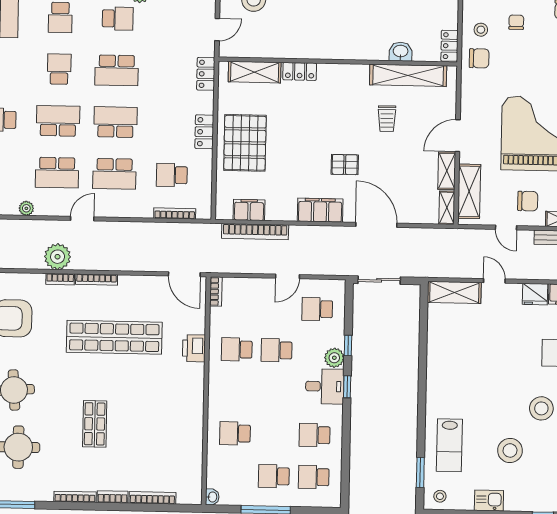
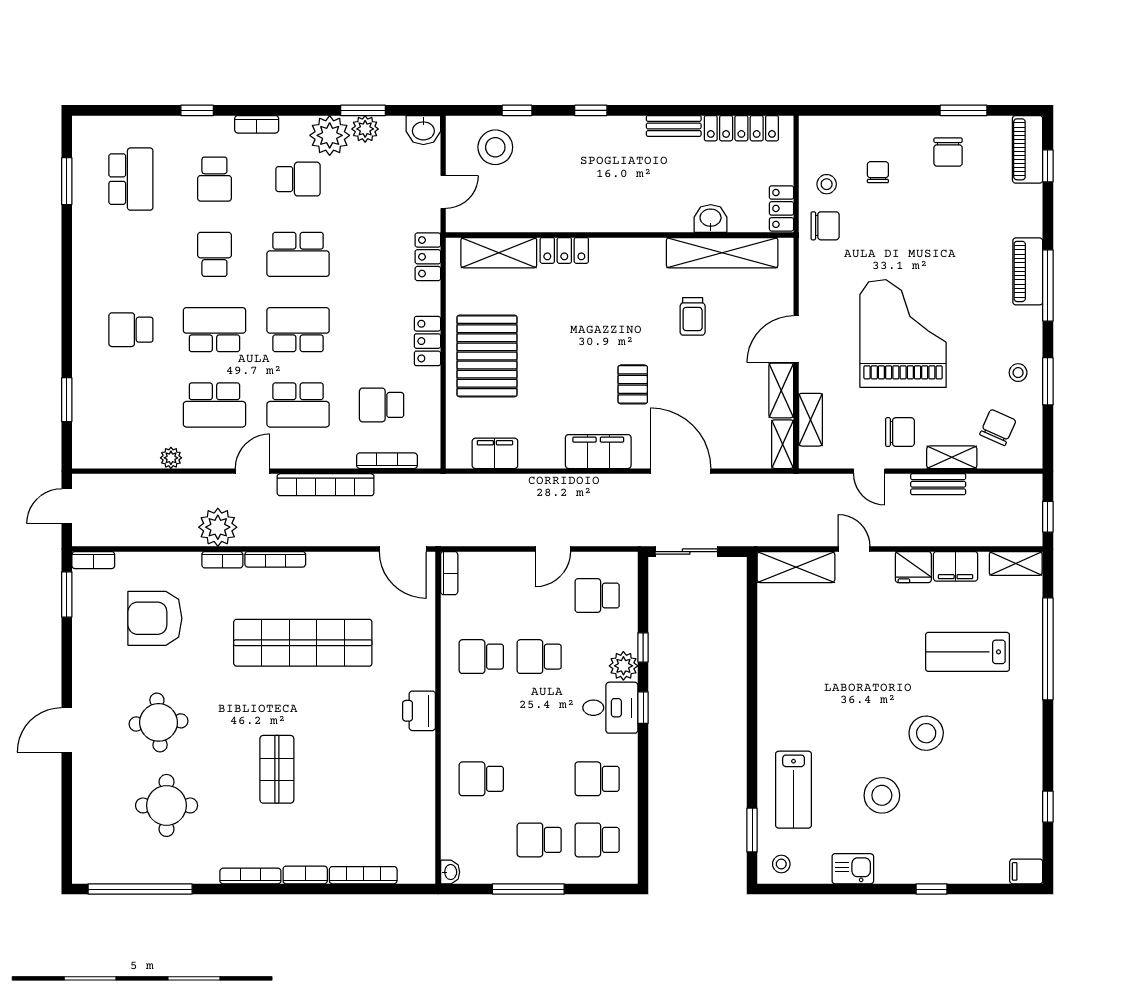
pallet: (345, 165) -> (633, 384), turned 90
shelving: (469, 191) -> (811, 420), width x0.67, depth x0.75
bookcase: (255, 232) -> (326, 485), moved
printer: (194, 348) -> (419, 711), moved

